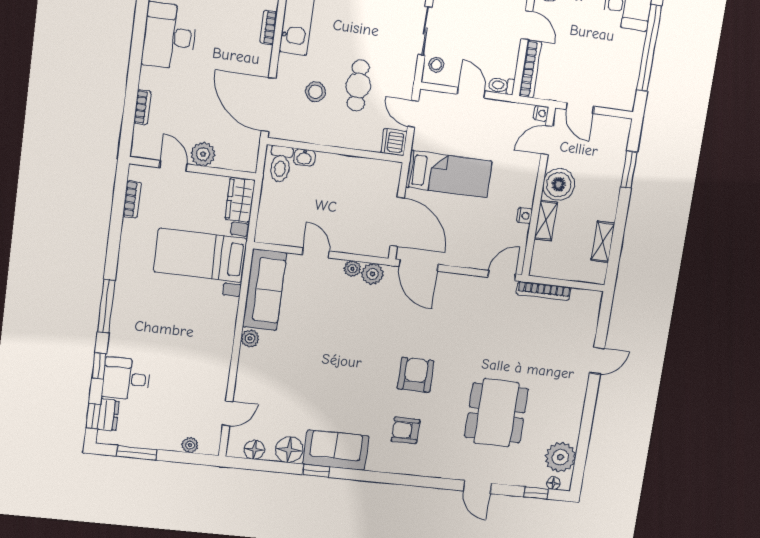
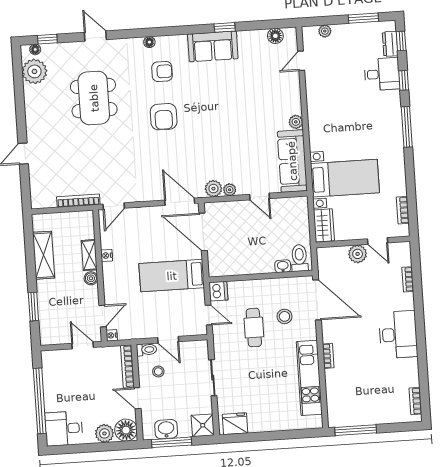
stool: (436, 65) -> (158, 372), moved
boiler: (559, 184) -> (91, 278), width x0.54, depth x0.54
shelving: (603, 242) -> (44, 255), width x1.50, depth x1.33
floor lamp: (289, 450) -> (149, 42), moved, width x0.53, depth x0.53

